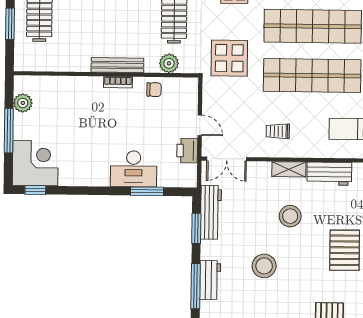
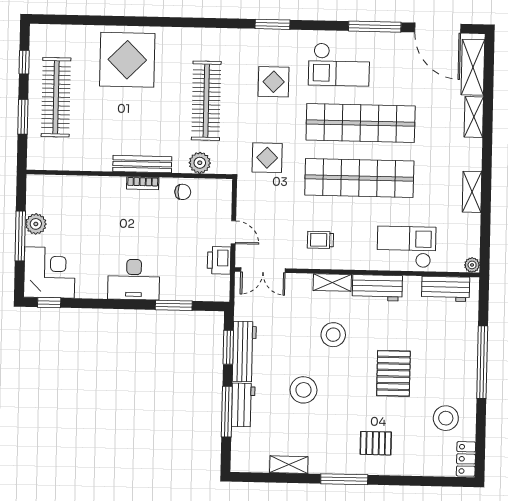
display table: (229, 58) -> (267, 158), width x0.73, depth x0.73
plant: (23, 103) -> (36, 224), moved
desk: (134, 169) -> (134, 279), moved
workbench: (211, 212) -> (244, 352), moved

